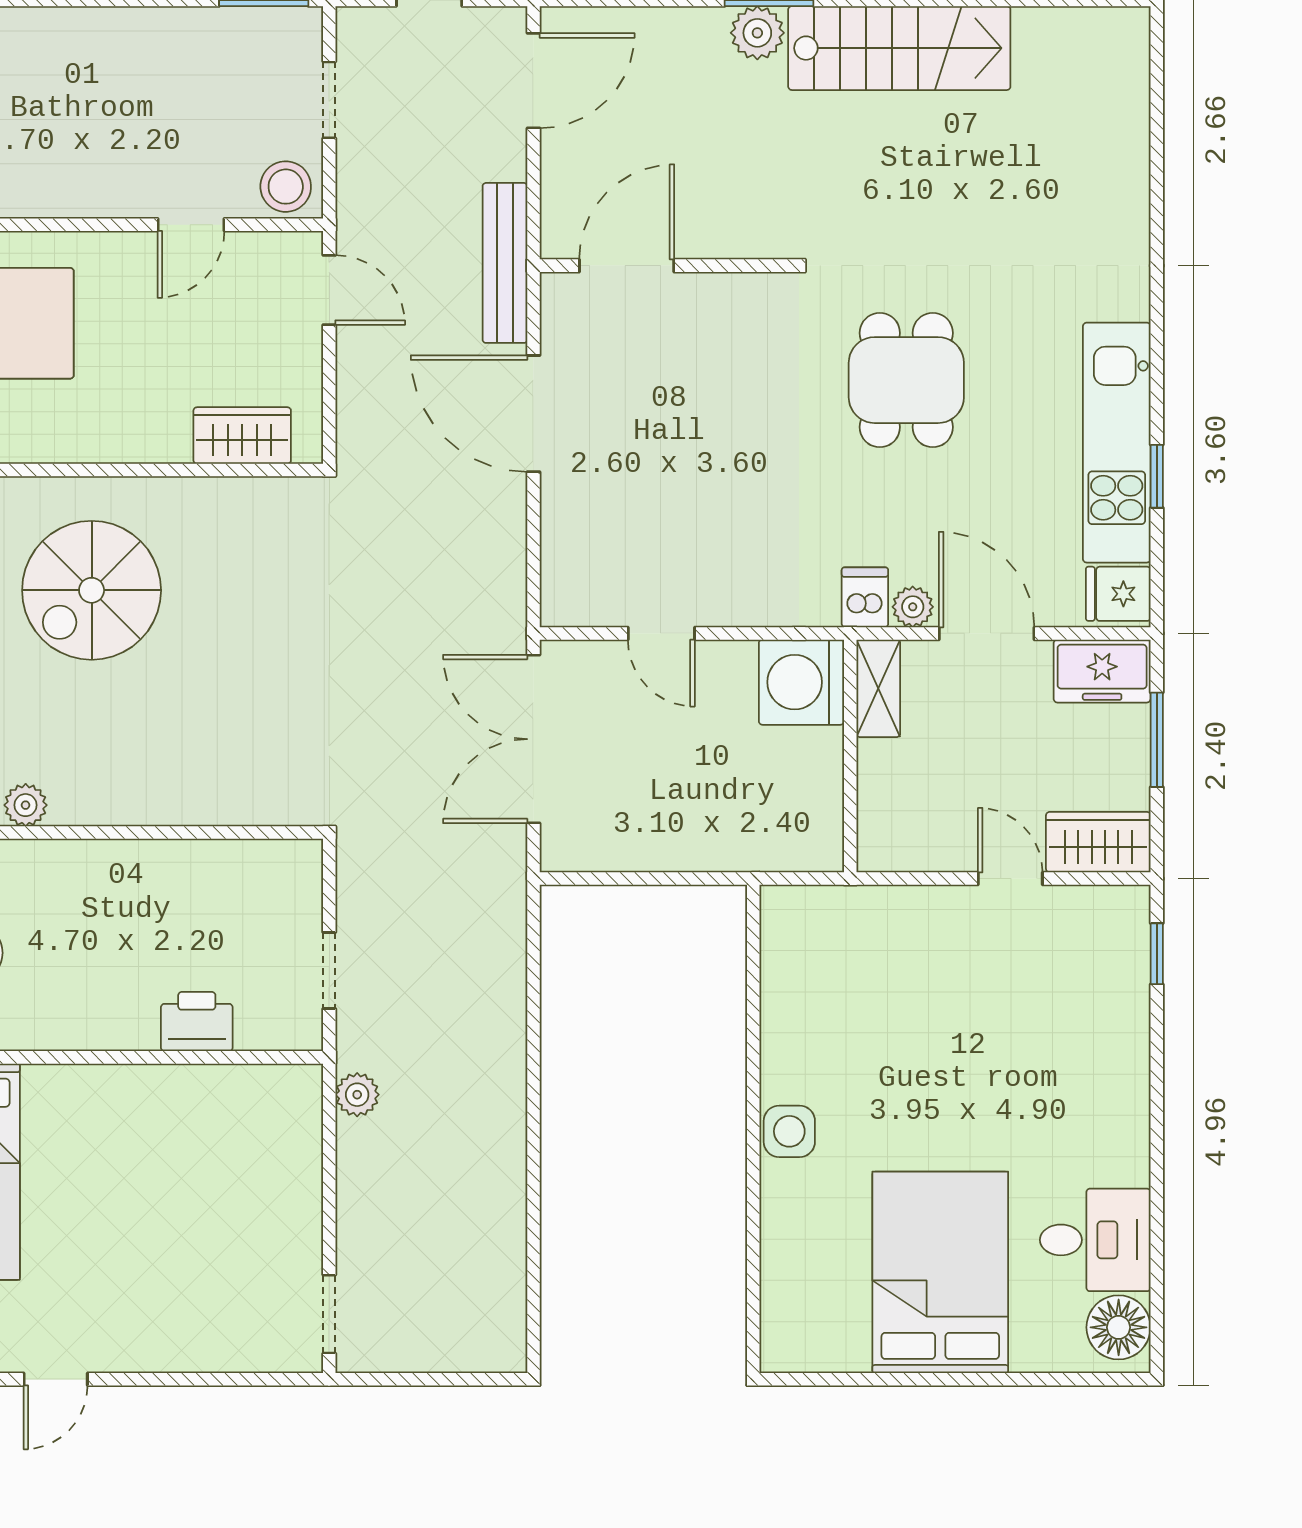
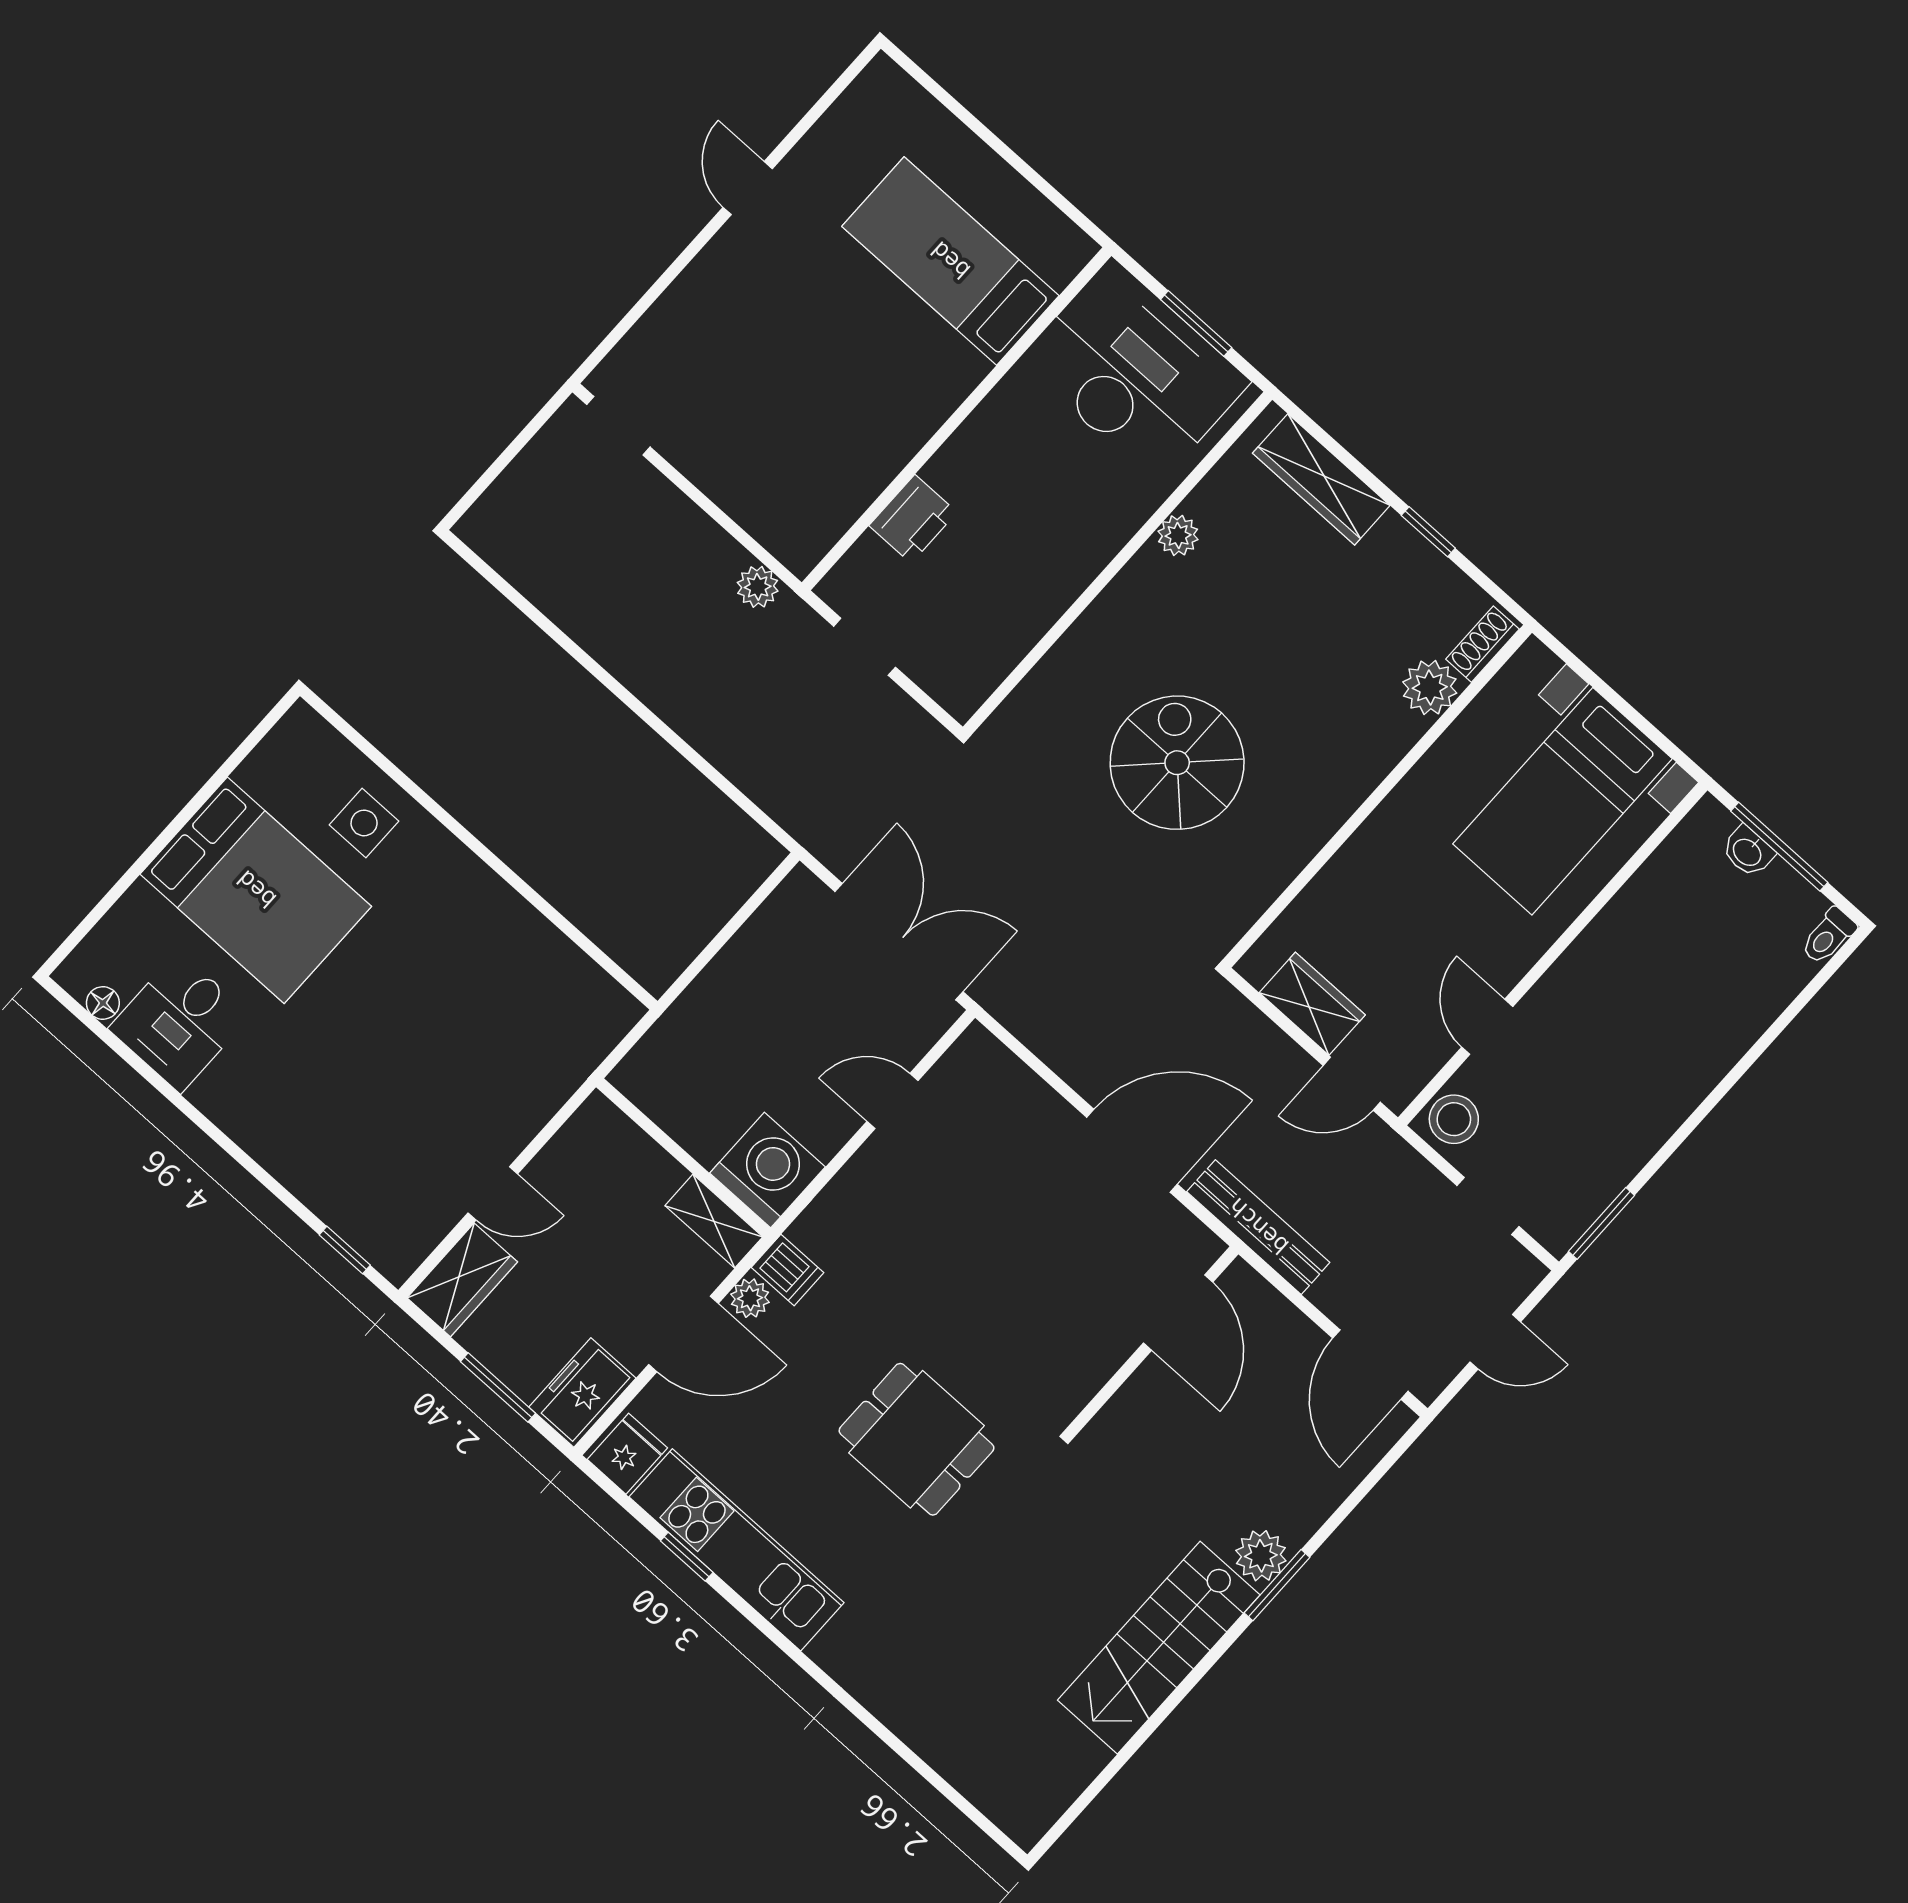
wardrobe: (242, 436) -> (1312, 1004), moved, turned -90
spiral stairs: (92, 590) -> (1177, 763), moved
side table: (789, 1131) -> (364, 823), moved
floor lamp: (1119, 1327) -> (103, 1003), width x0.53, depth x0.53

